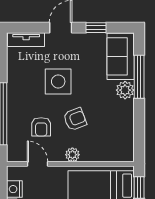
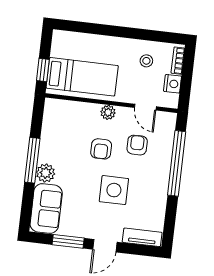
window: (96, 28) -> (68, 241), width x1.50
window: (139, 77) -> (32, 160), moved
armchair: (75, 119) -> (101, 149), turned -69

